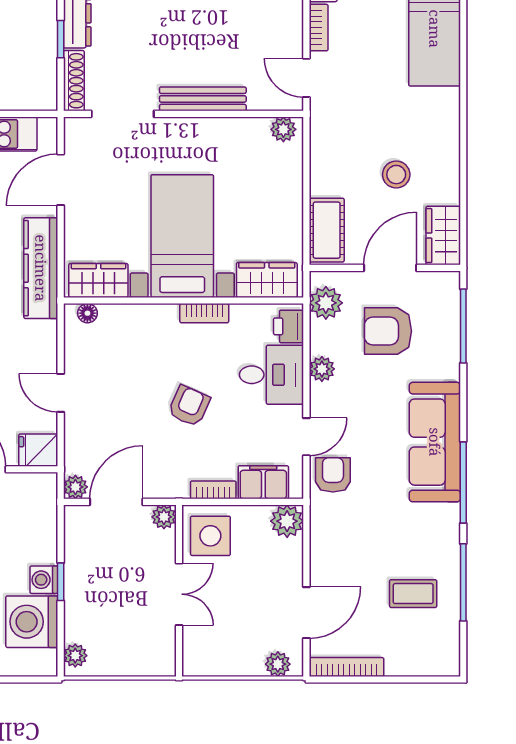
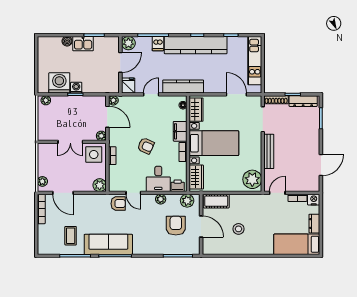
plant: (283, 129) -> (252, 179), width x1.87, depth x1.87
wardrobe: (443, 236) -> (214, 248), removed
kitchen counter: (41, 268) -> (183, 87), moved
sofa: (435, 442) -> (108, 244), moved
filing cabinet: (263, 482) -> (180, 131), moved, turned 180

